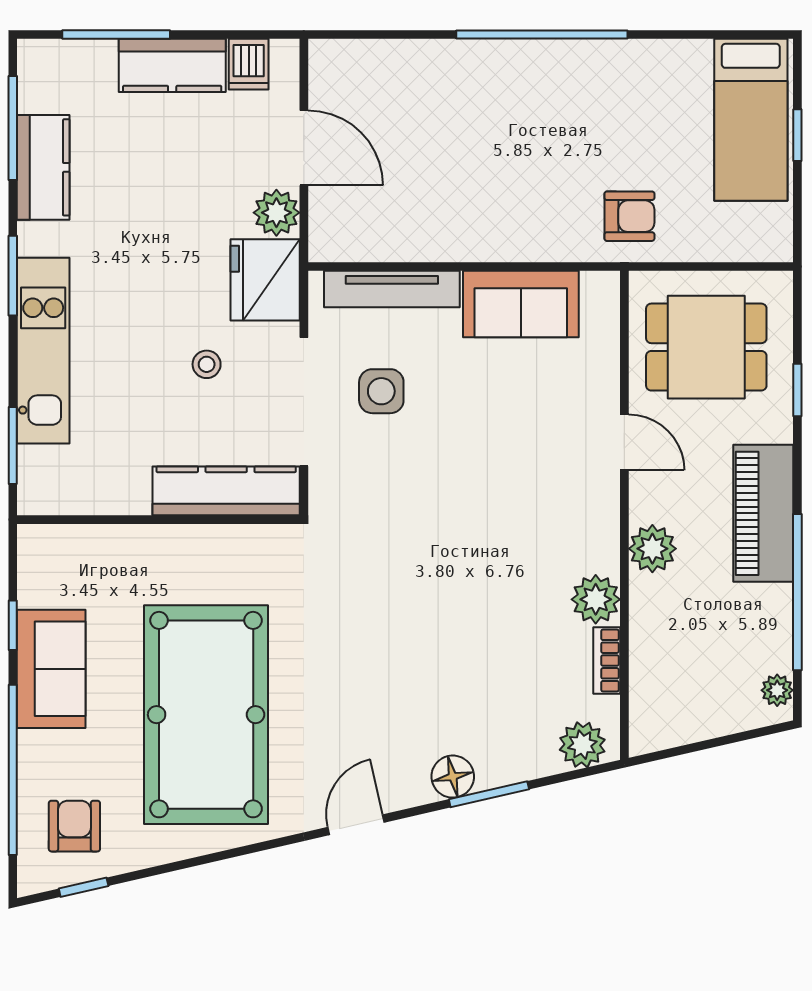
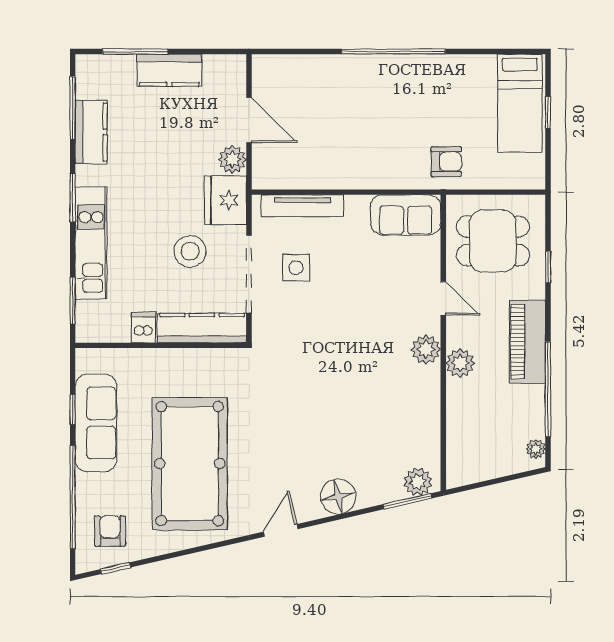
dishwasher: (249, 64) -> (143, 327), moved, turned 180
sofa: (521, 304) -> (406, 215), moved
stool: (207, 364) -> (190, 251), width x1.89, depth x1.89
plant: (596, 599) -> (426, 350), moved
bookcase: (607, 661) -> (433, 431), removed
sofa: (51, 669) -> (96, 423), width x1.36
floor lamp: (453, 777) -> (338, 496), width x1.38, depth x1.38
window: (489, 794) -> (407, 501), moved

